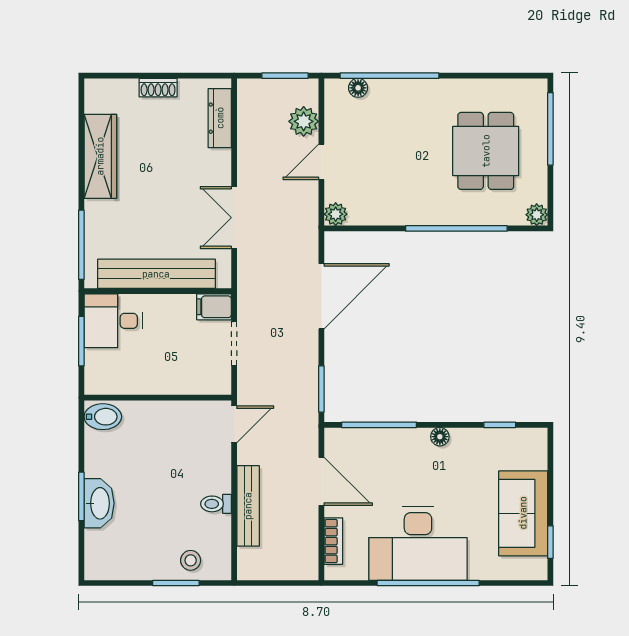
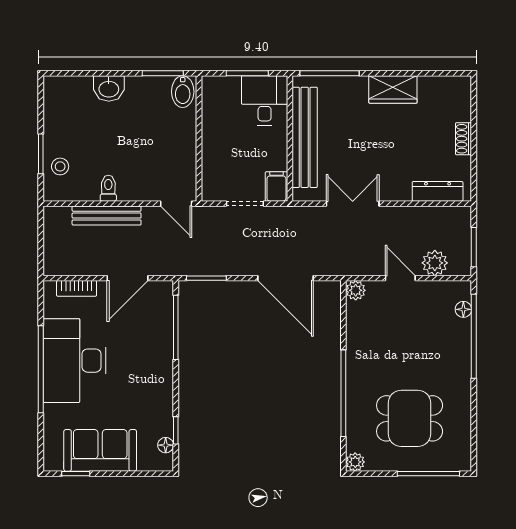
wardrobe: (100, 156) -> (393, 89), width x0.67
floor lamp: (440, 437) -> (166, 445), moved
window: (81, 496) -> (163, 73), moved
washbasin: (99, 503) -> (109, 88), width x0.72

